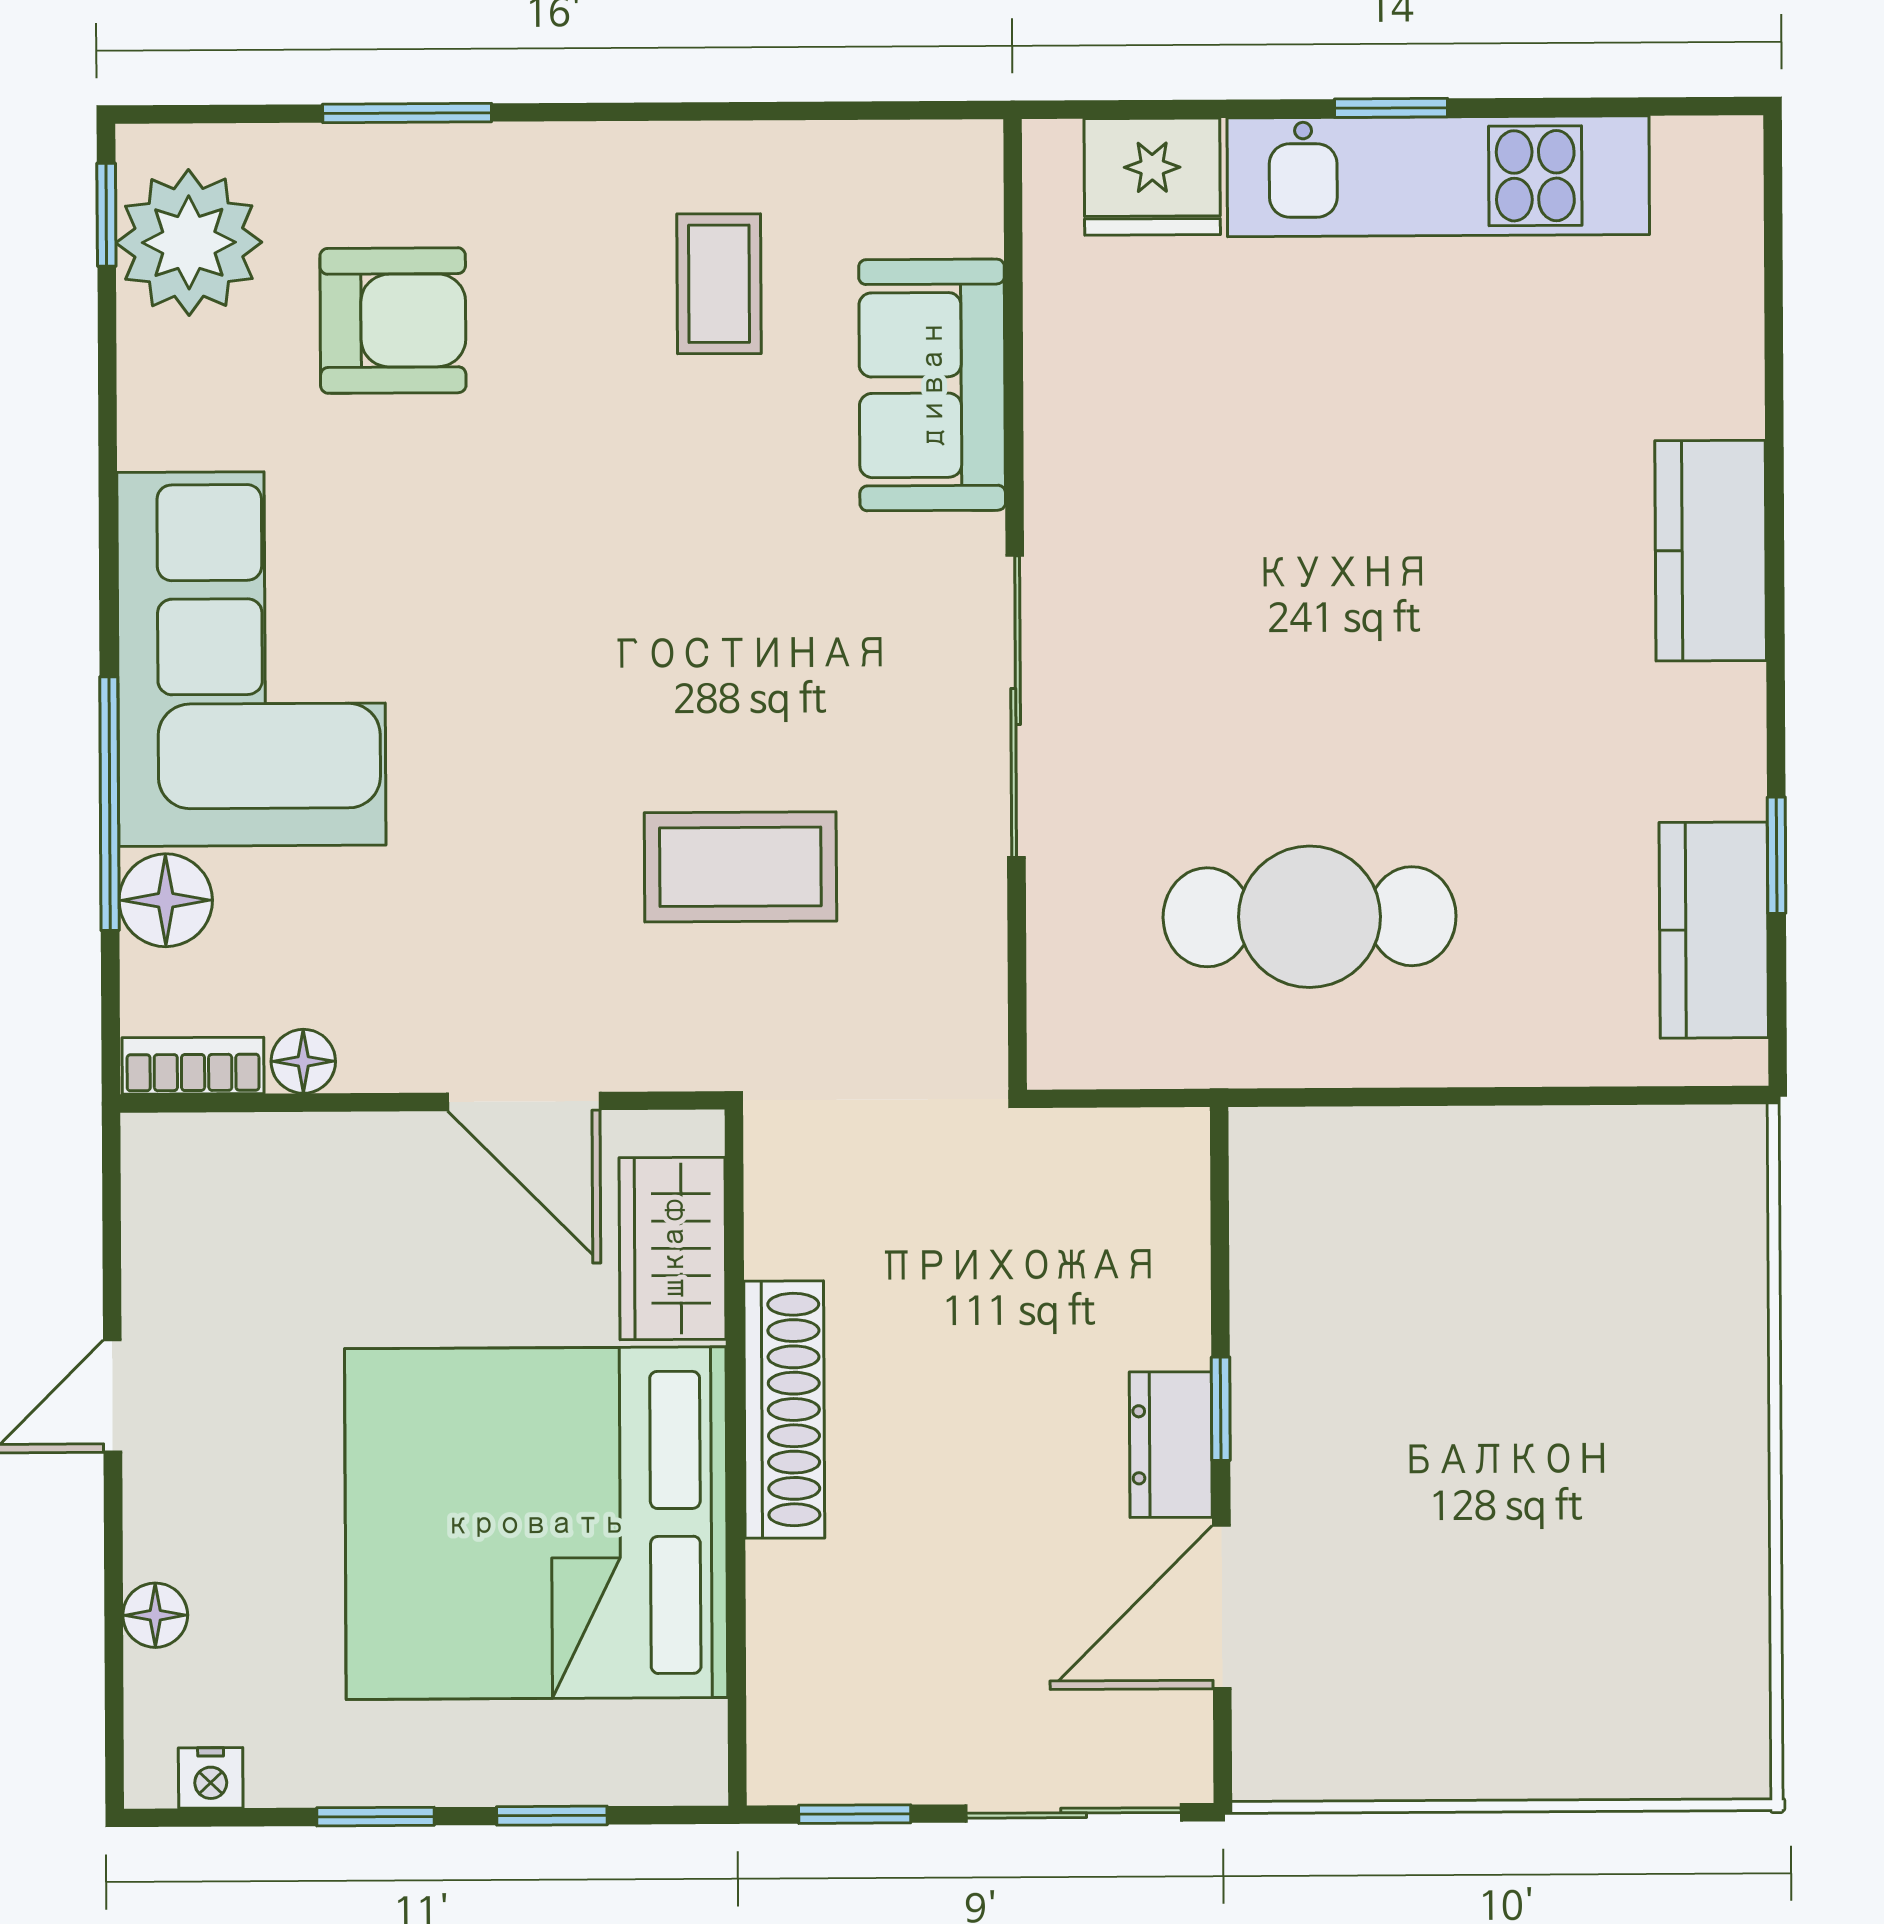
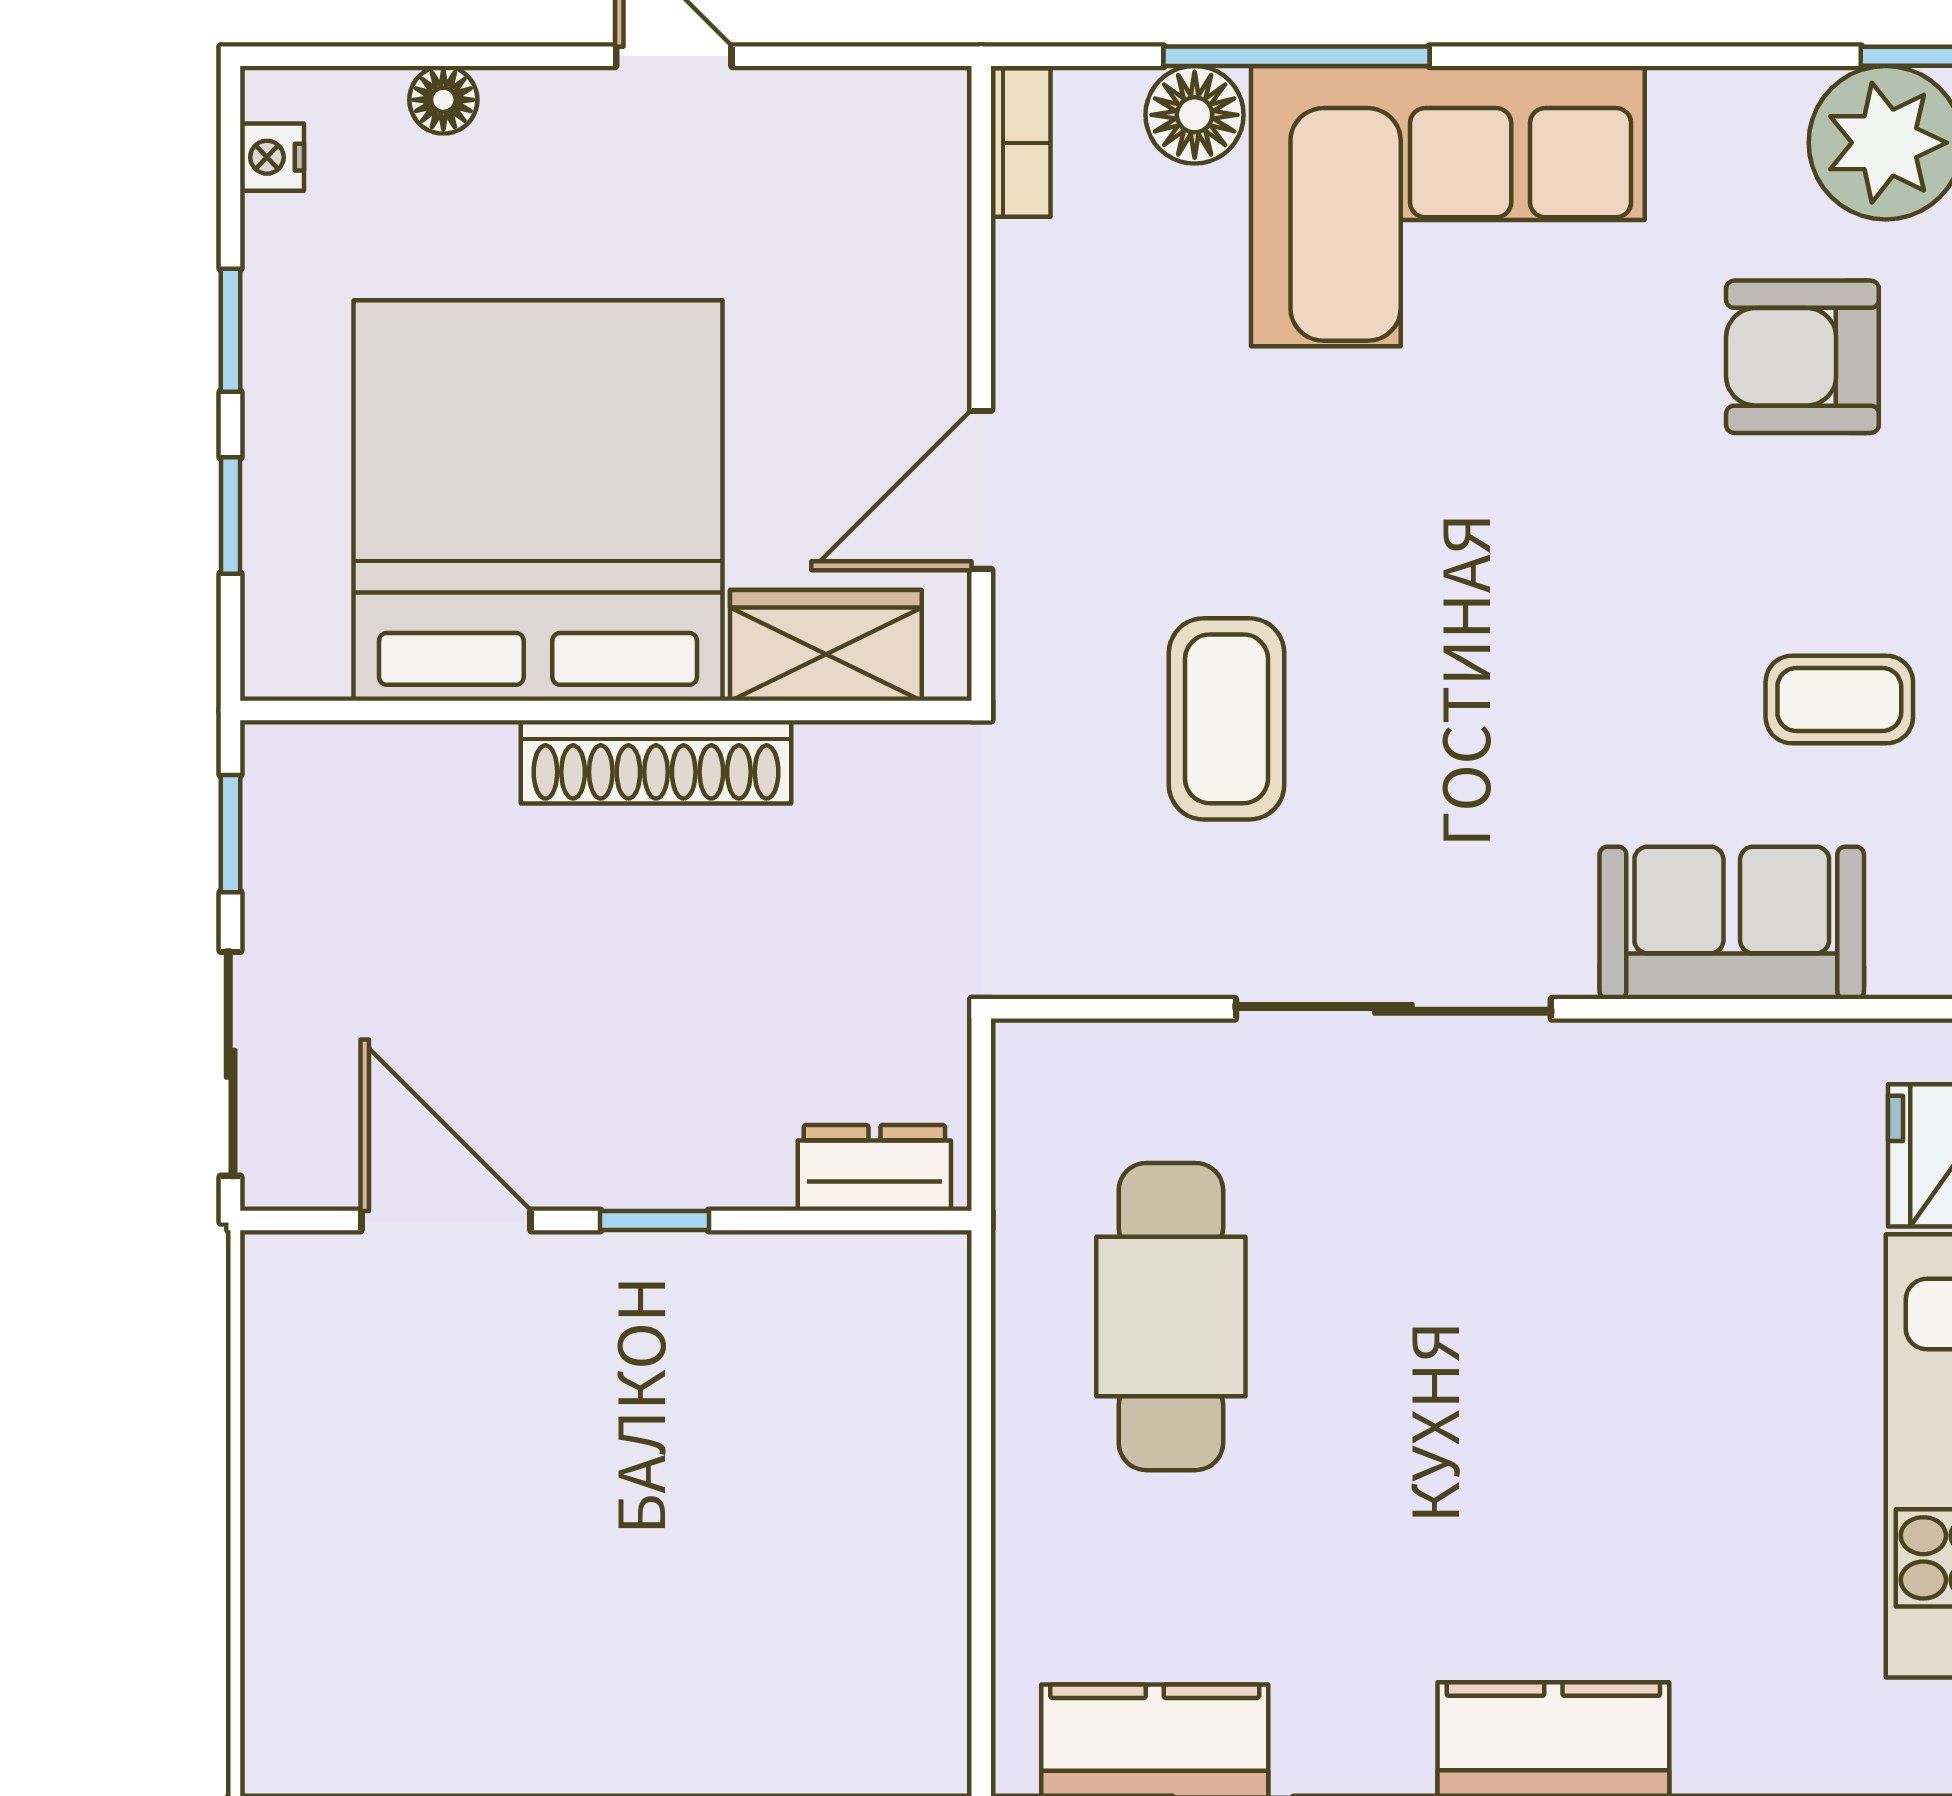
armchair: (393, 321) -> (1802, 357), turned 90
floor lamp: (303, 1061) -> (1025, 258), removed
dresser: (1171, 1445) -> (874, 1168), moved

